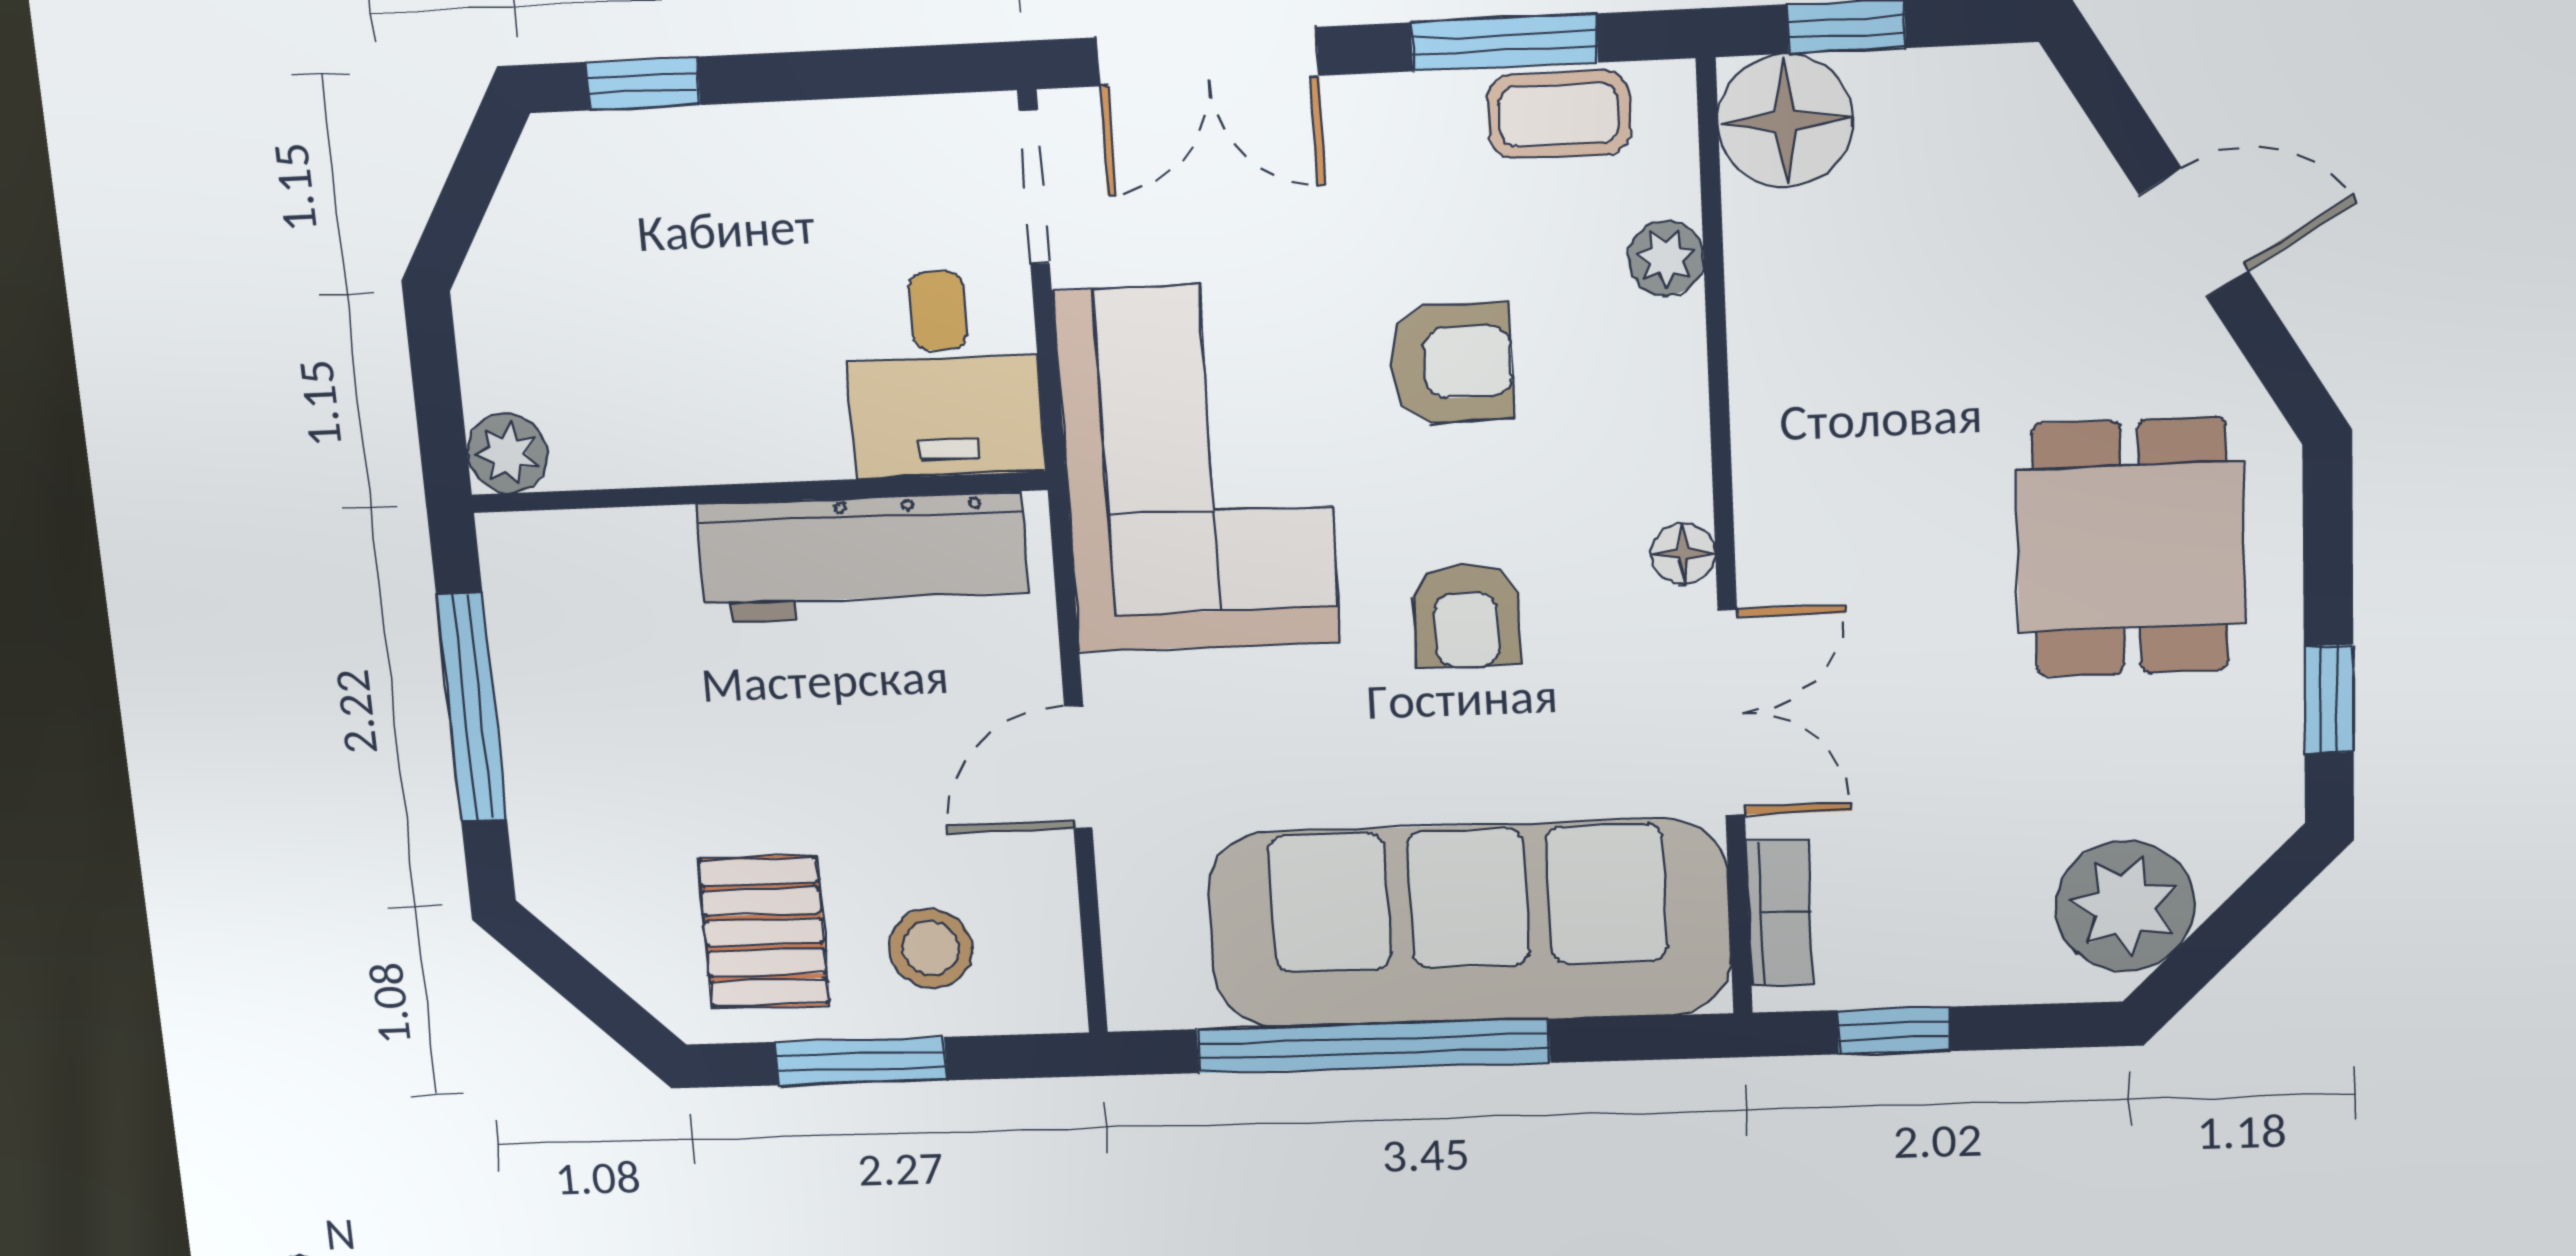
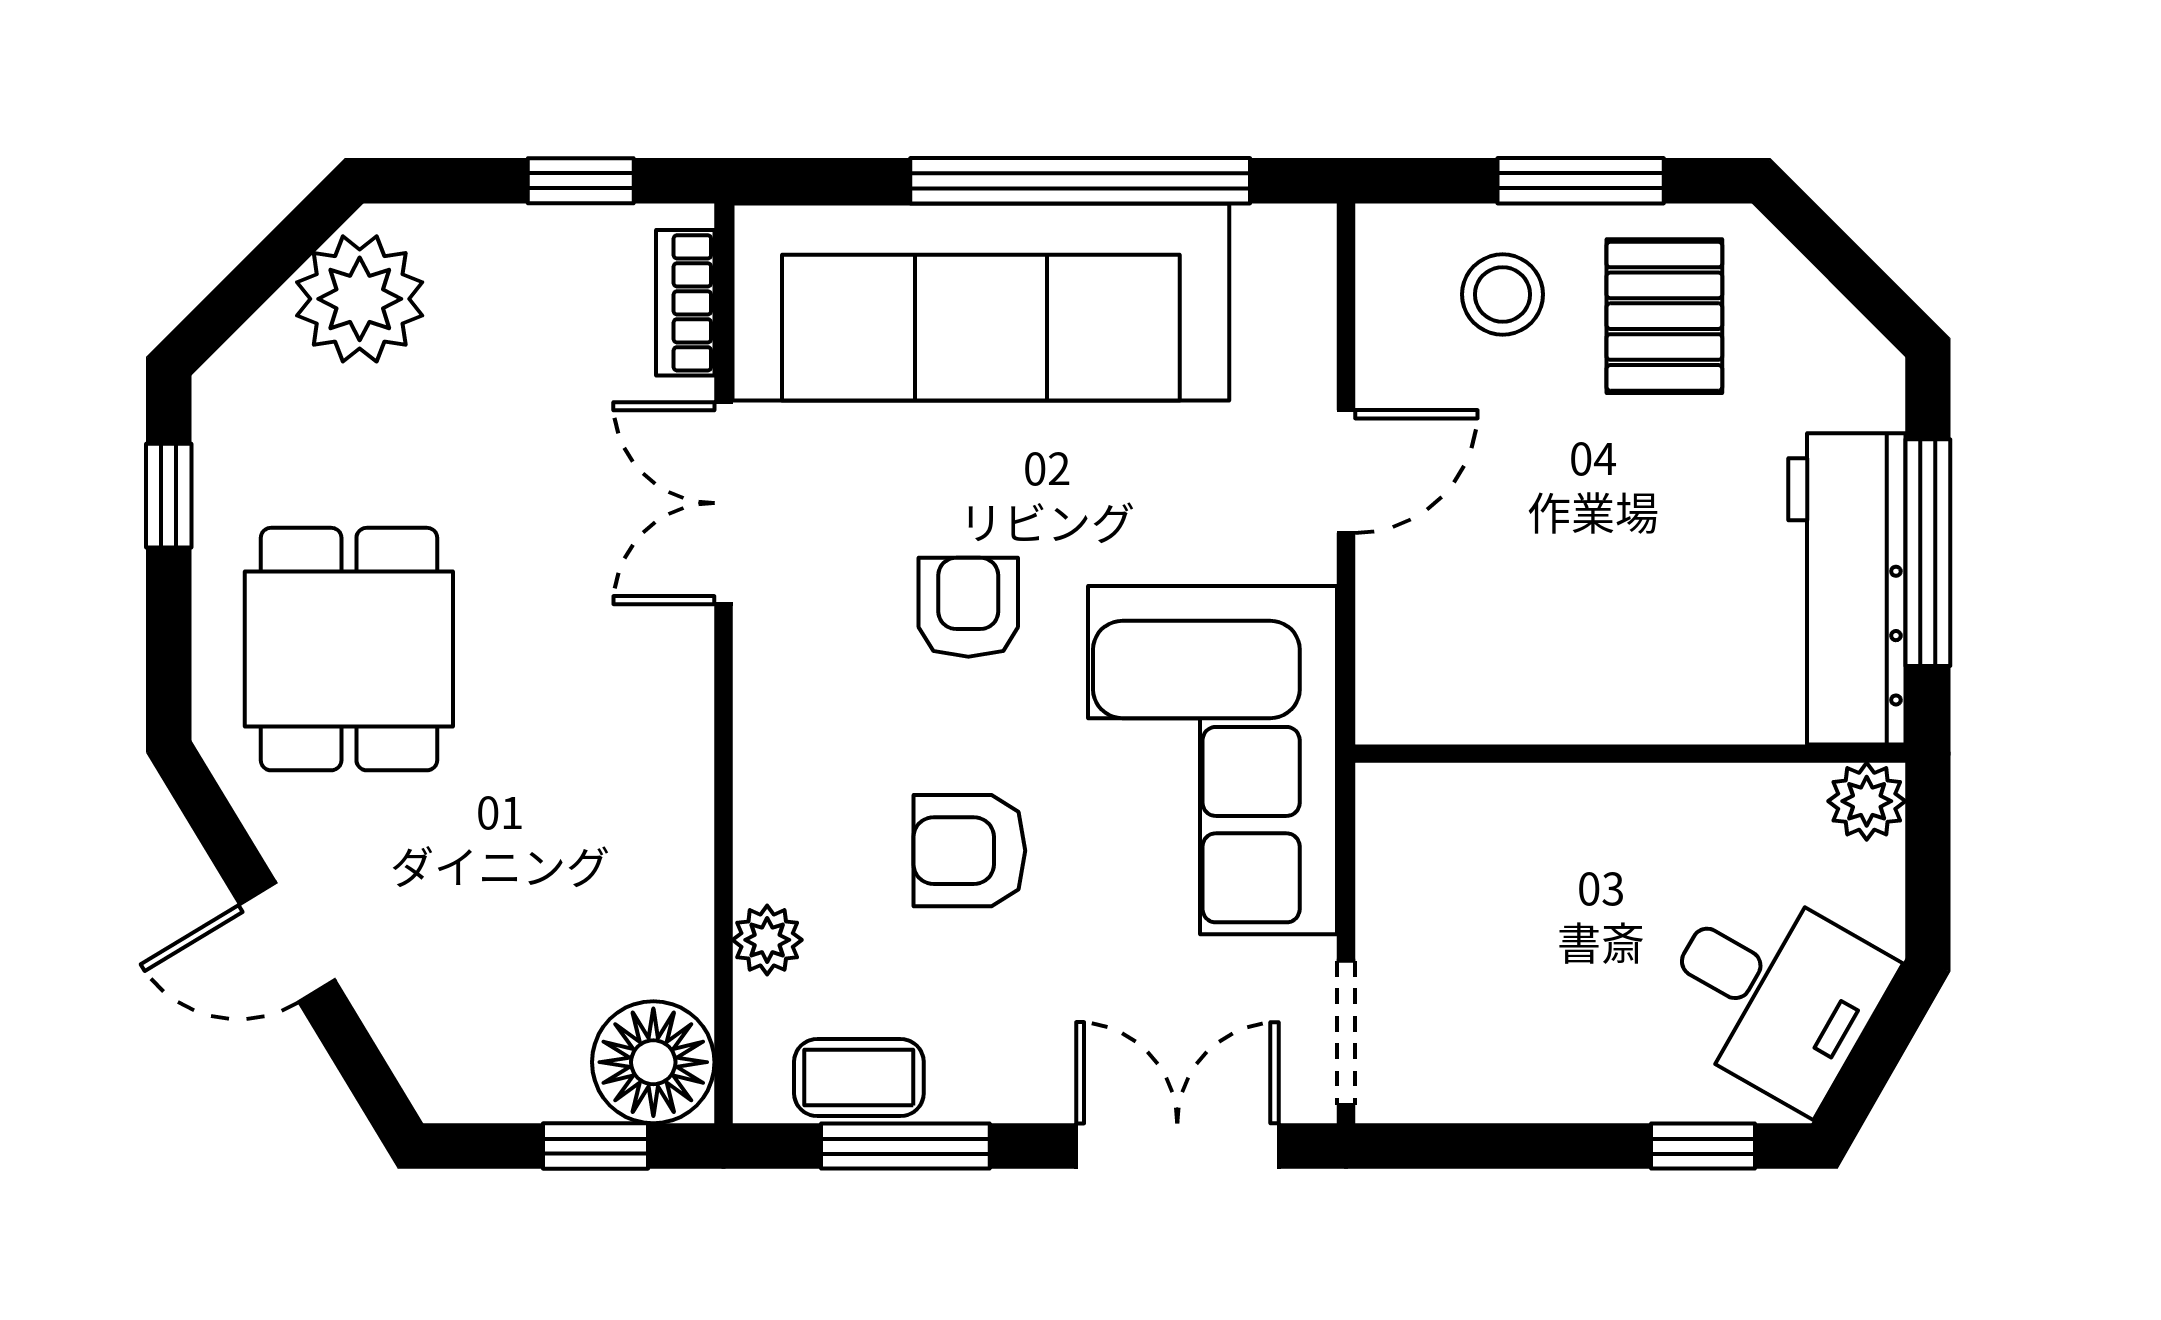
desk: (943, 374) -> (1774, 993), moved, turned 120
floor lamp: (1683, 554) -> (762, 659), removed
workbench: (863, 558) -> (1847, 589), moved, turned -90

